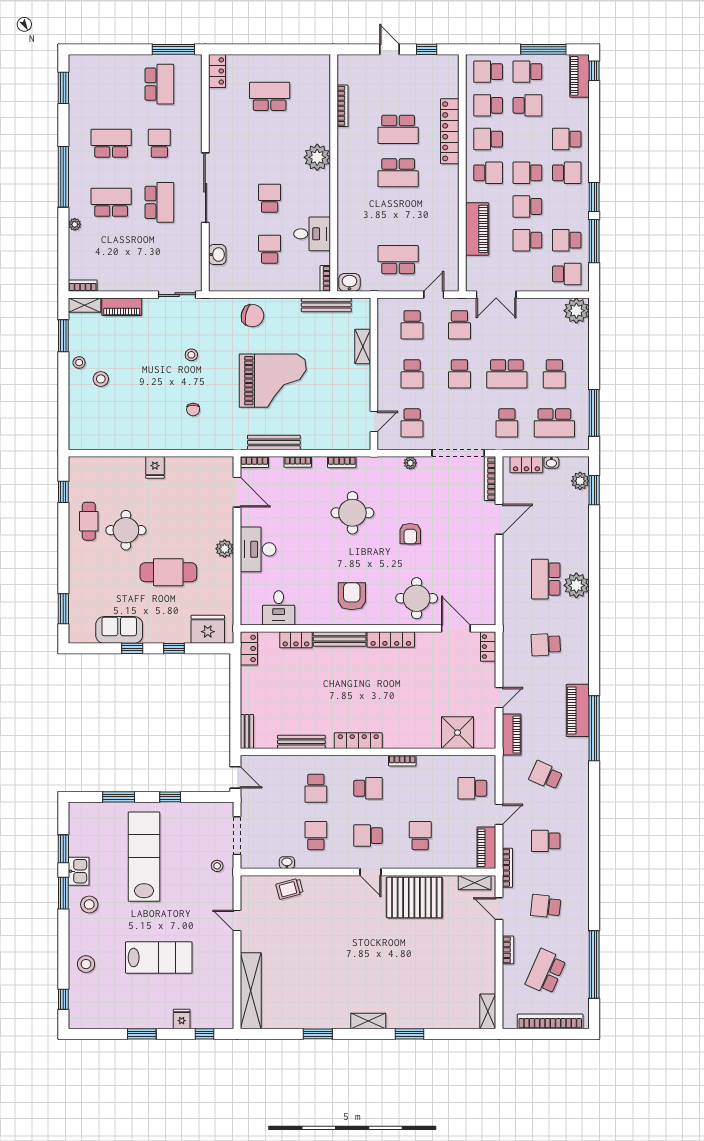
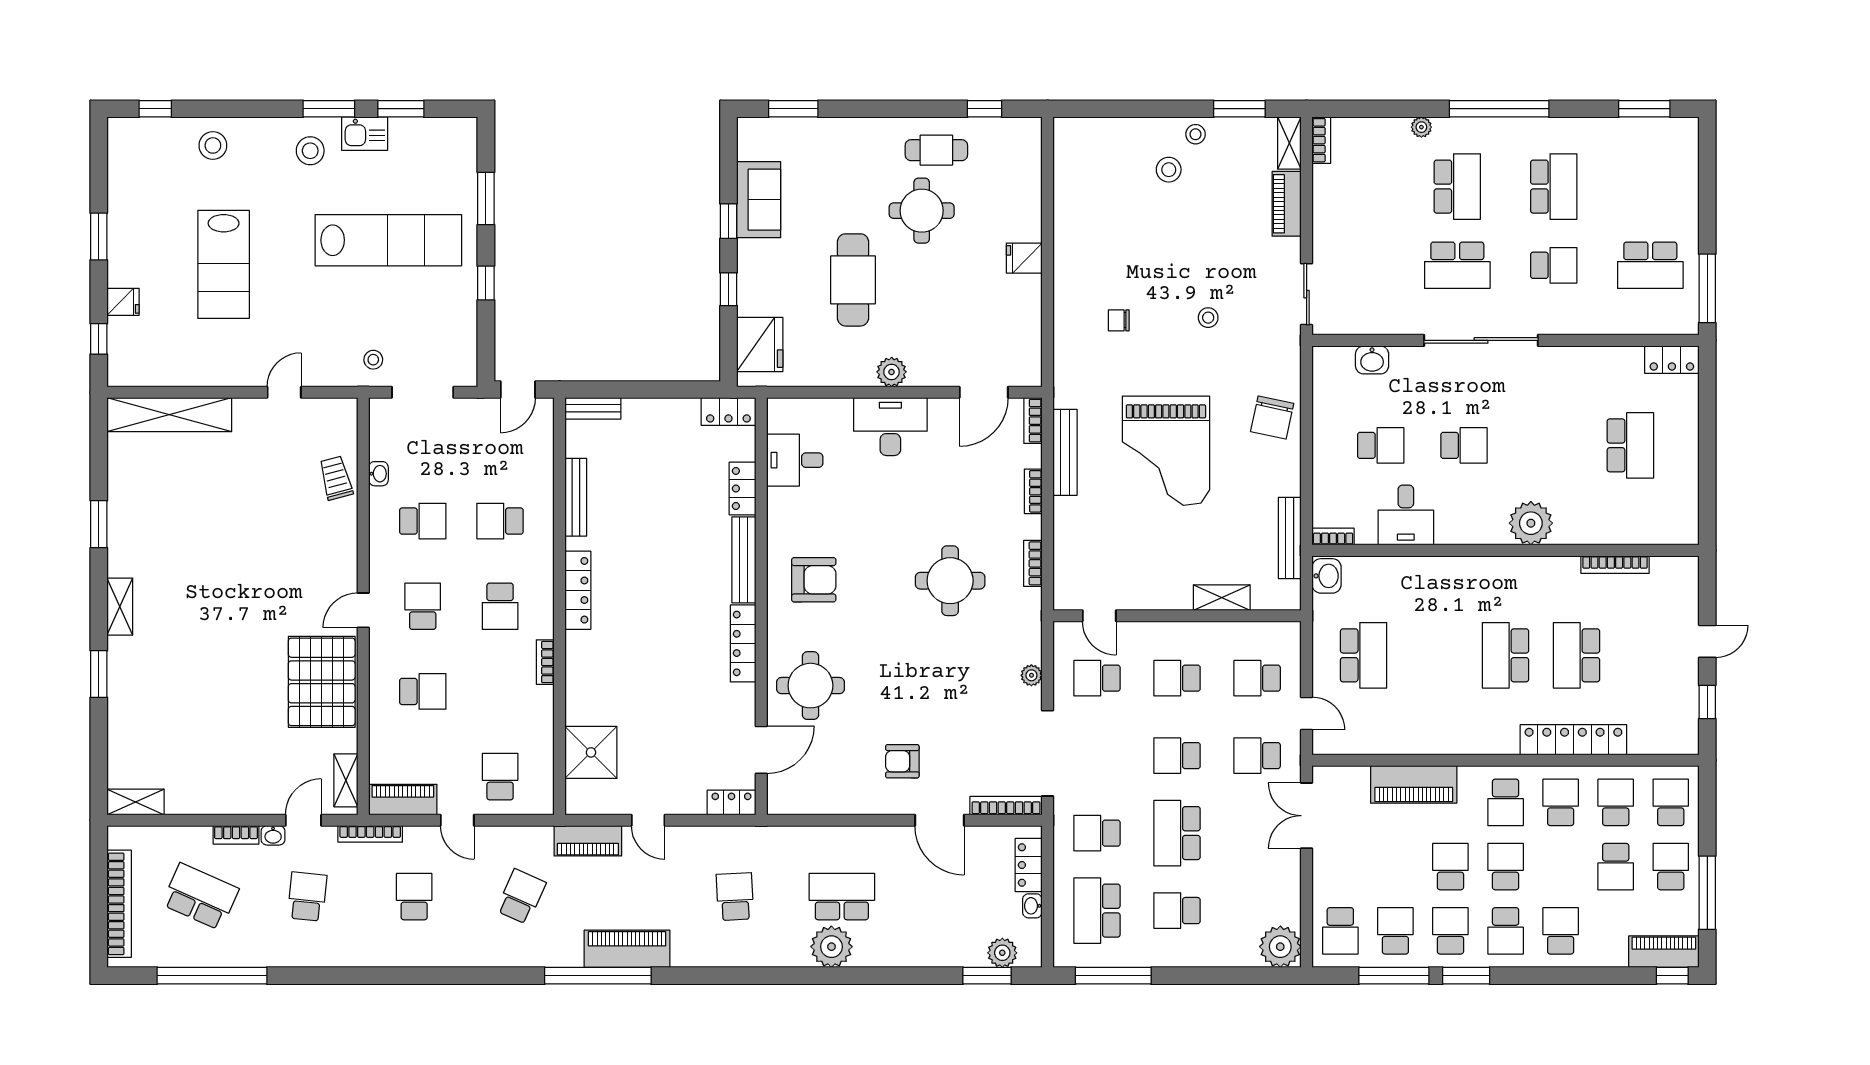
school desk: (527, 240) -> (1450, 931), moved
armchair: (410, 534) -> (902, 761), moved
washbasin: (508, 927) -> (273, 835), added

